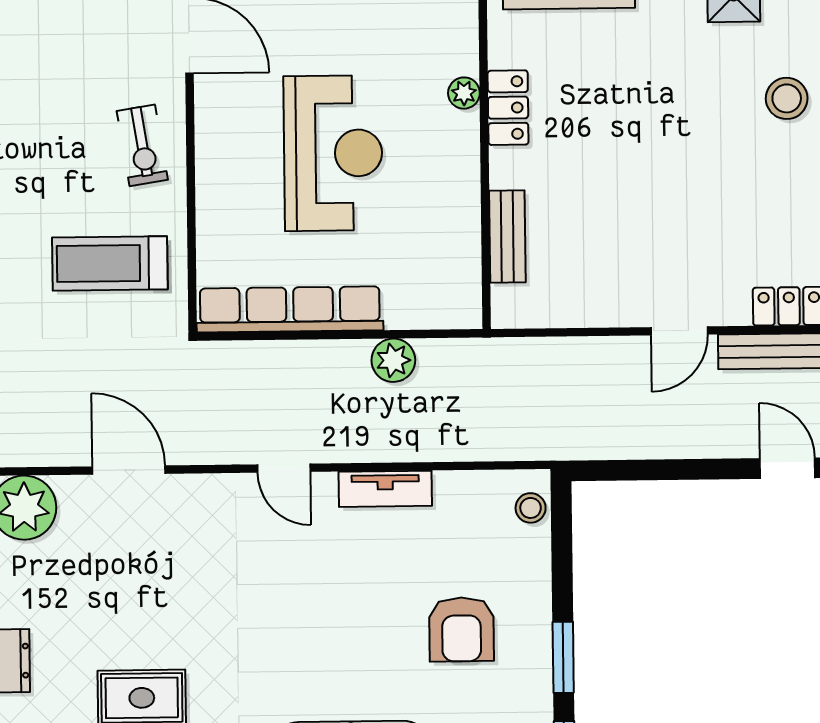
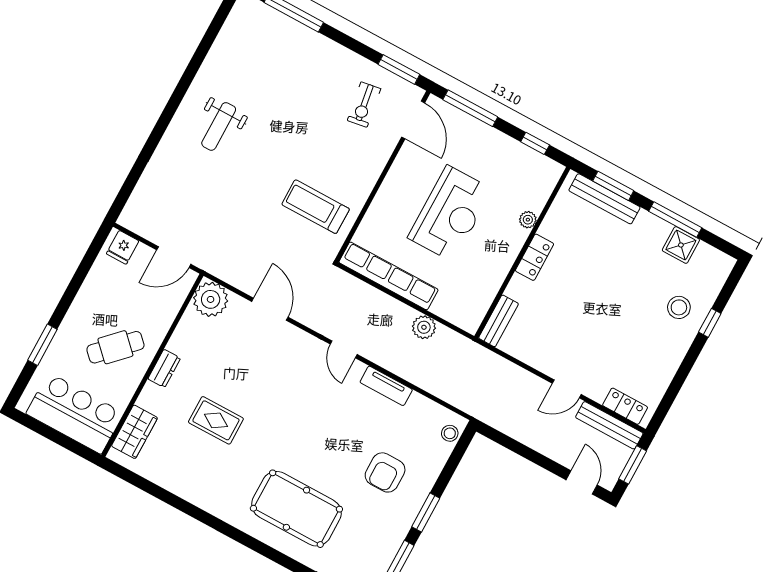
locker: (508, 108) -> (535, 257), moved
exercise bike: (142, 145) -> (364, 105), moved
bench: (507, 236) -> (499, 321), moved

